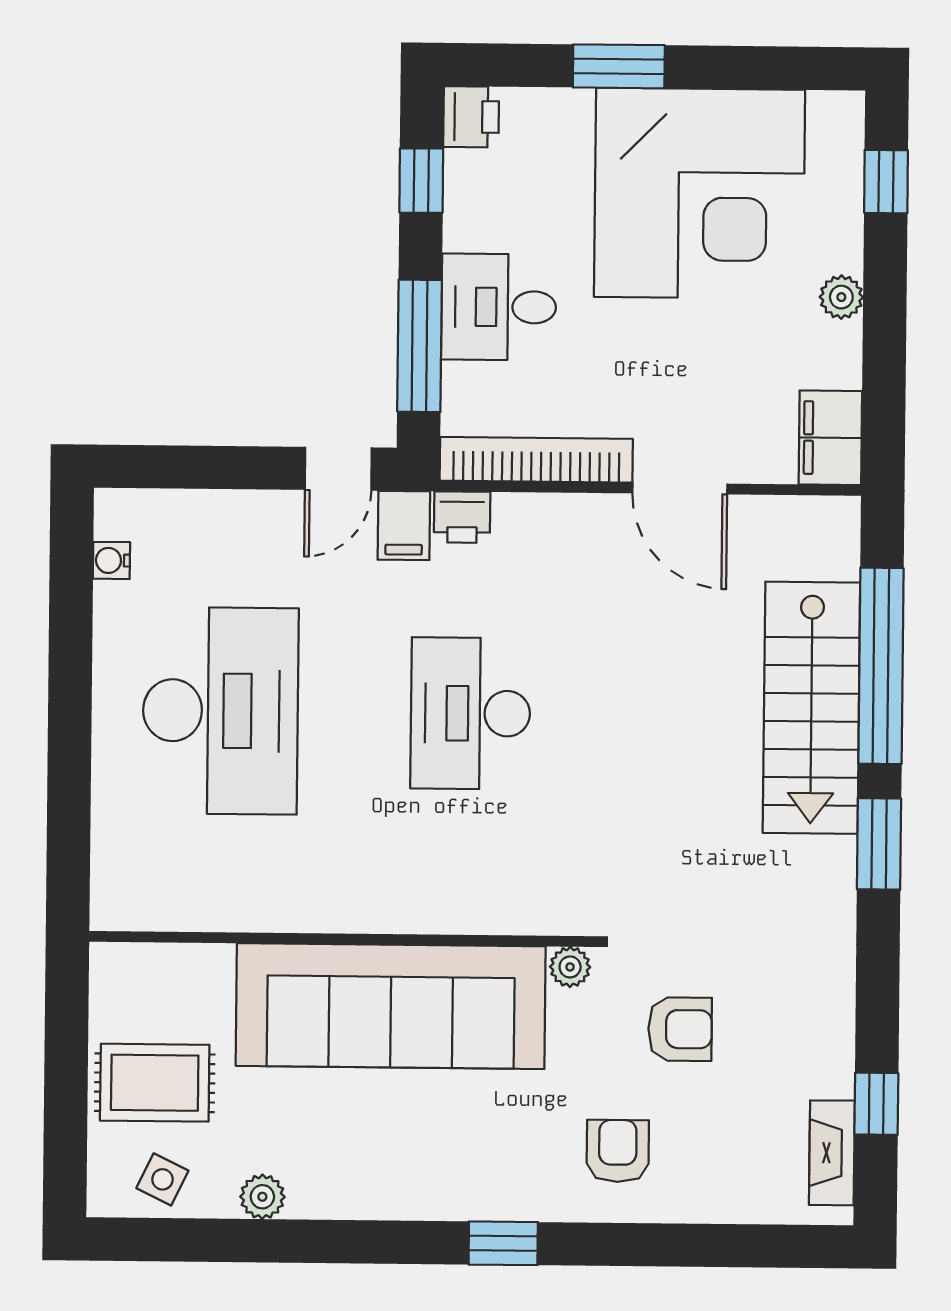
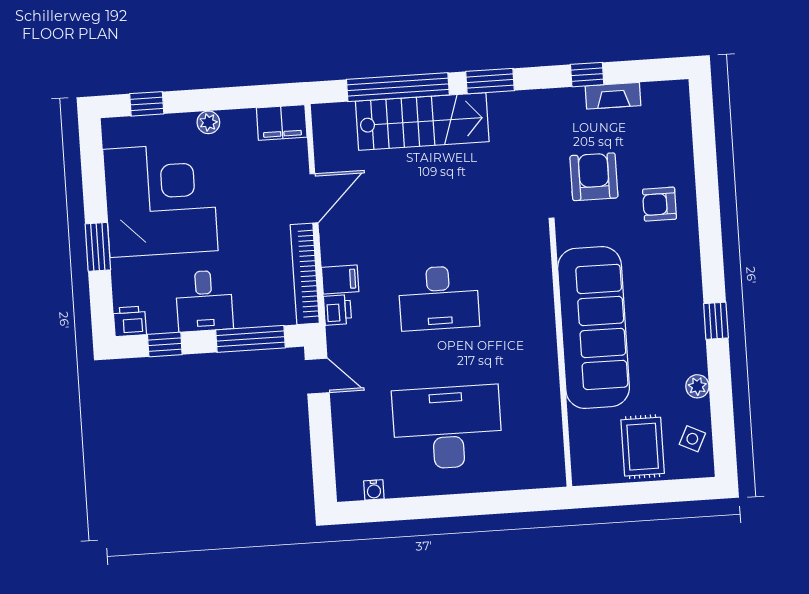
desk: (499, 307) -> (204, 301), moved
filing cabinet: (404, 525) -> (340, 280), moved
plant: (570, 967) -> (566, 236), removed
armchair: (680, 1029) -> (594, 177), width x1.38, depth x1.38
window: (876, 1104) -> (587, 75), moved
fireplace: (832, 1153) -> (613, 96), moved
window: (503, 1243) -> (716, 321), moved

